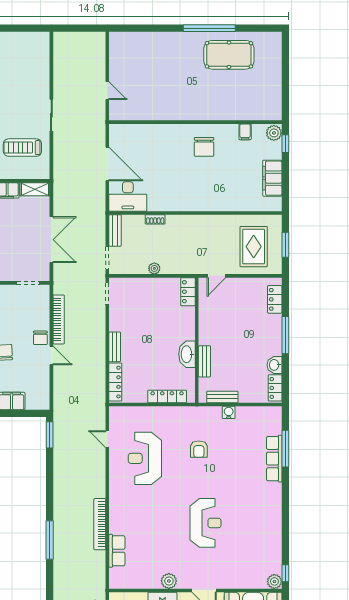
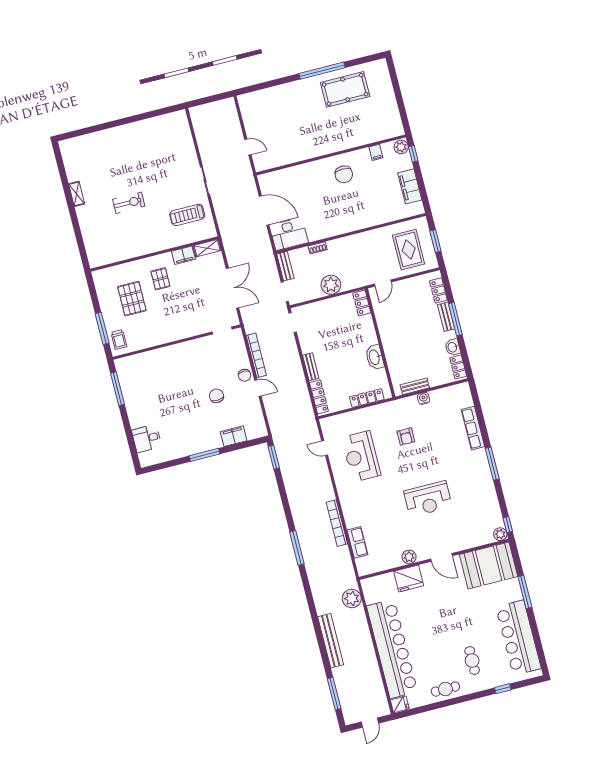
plant: (154, 268) -> (331, 285), width x1.88, depth x1.88
bench: (204, 361) -> (446, 317), moved
window: (285, 449) -> (492, 464), moved
reception desk: (206, 523) -> (428, 499), turned 90

